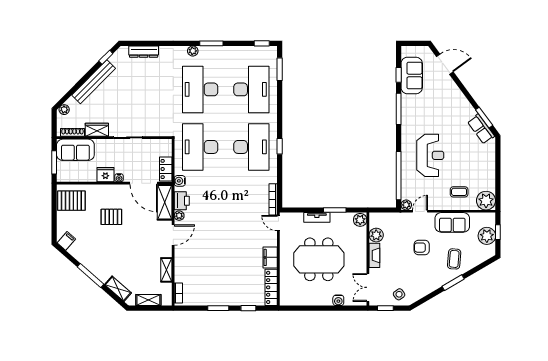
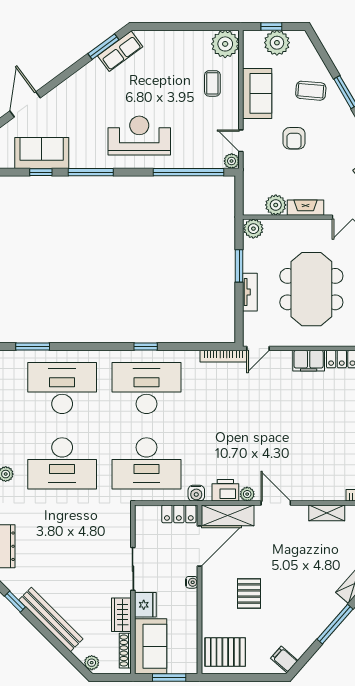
reception desk: (430, 155) -> (139, 136), moved
fridge: (105, 175) -> (145, 605), moved, turned 180
pallet: (71, 201) -> (225, 652), turned 90

